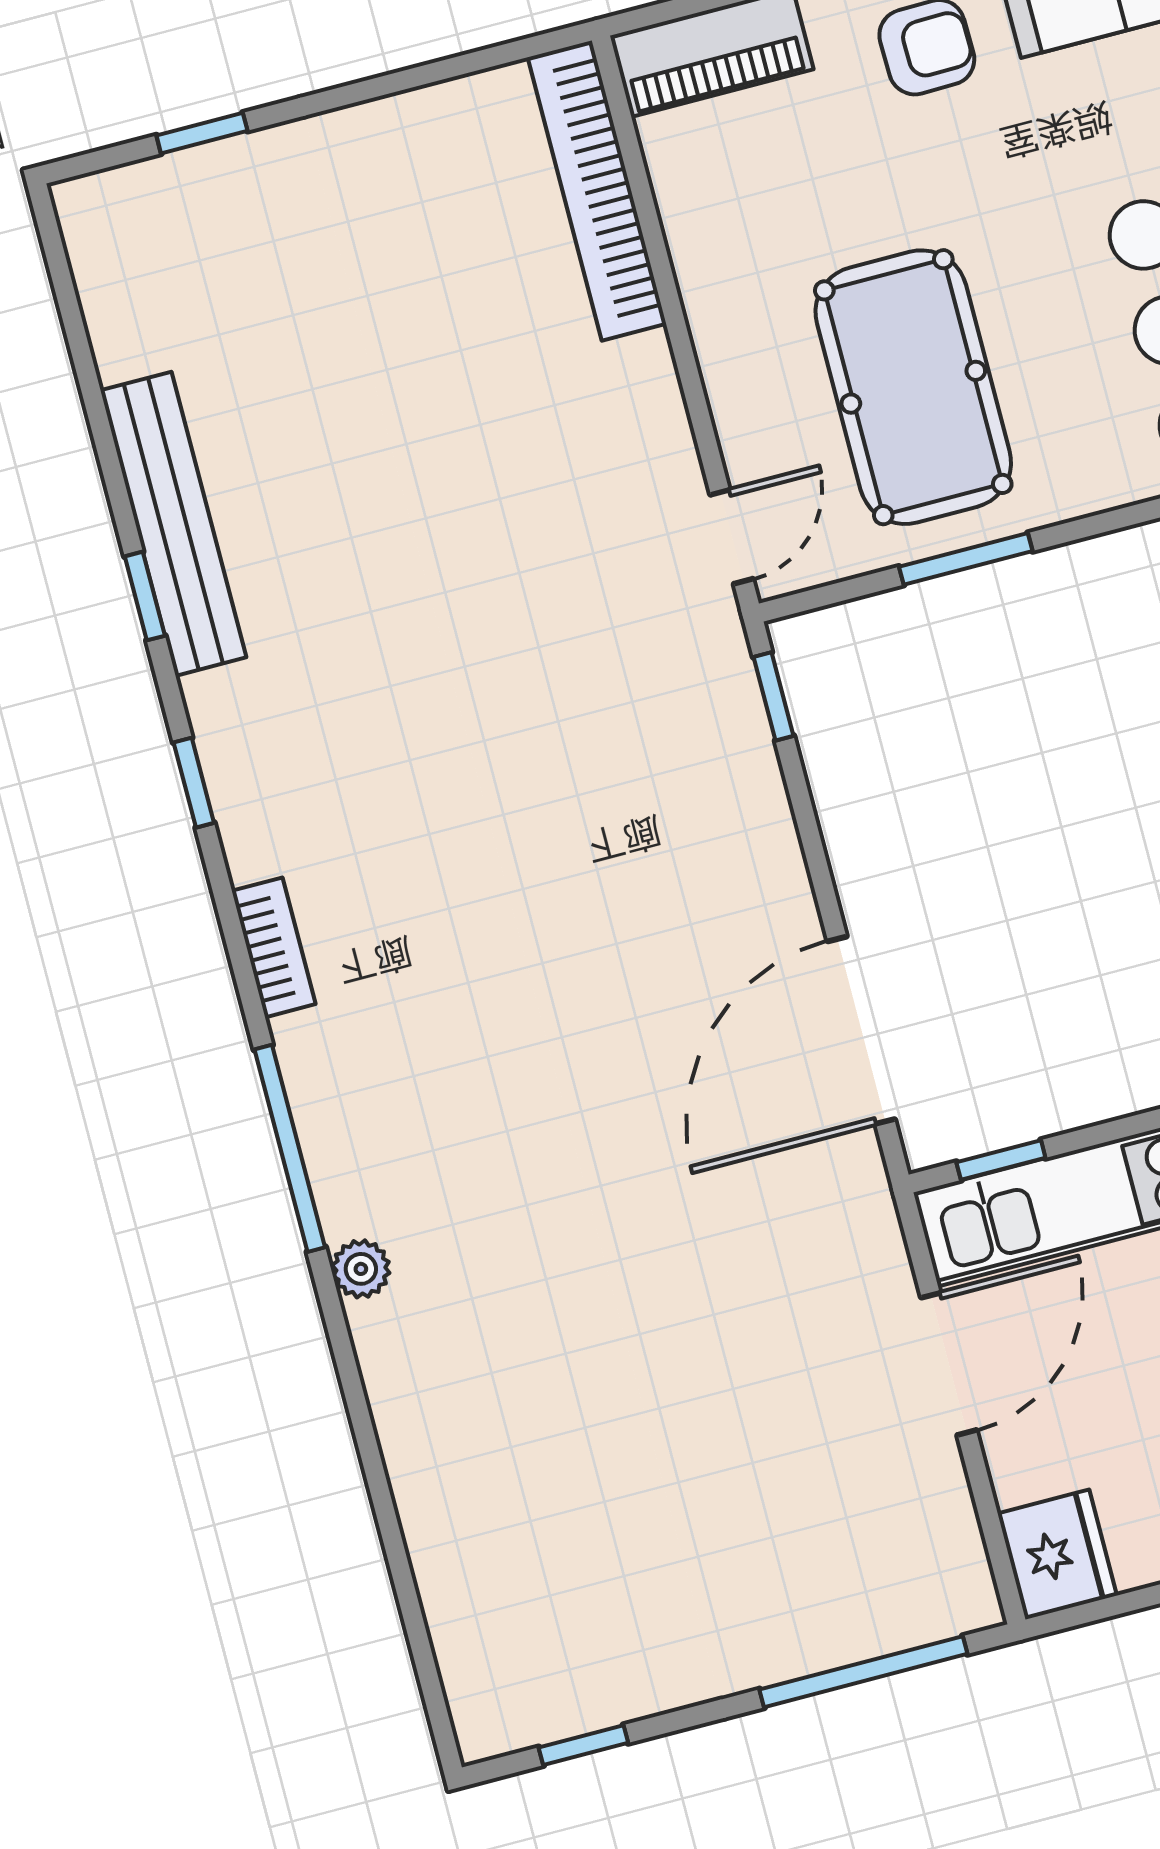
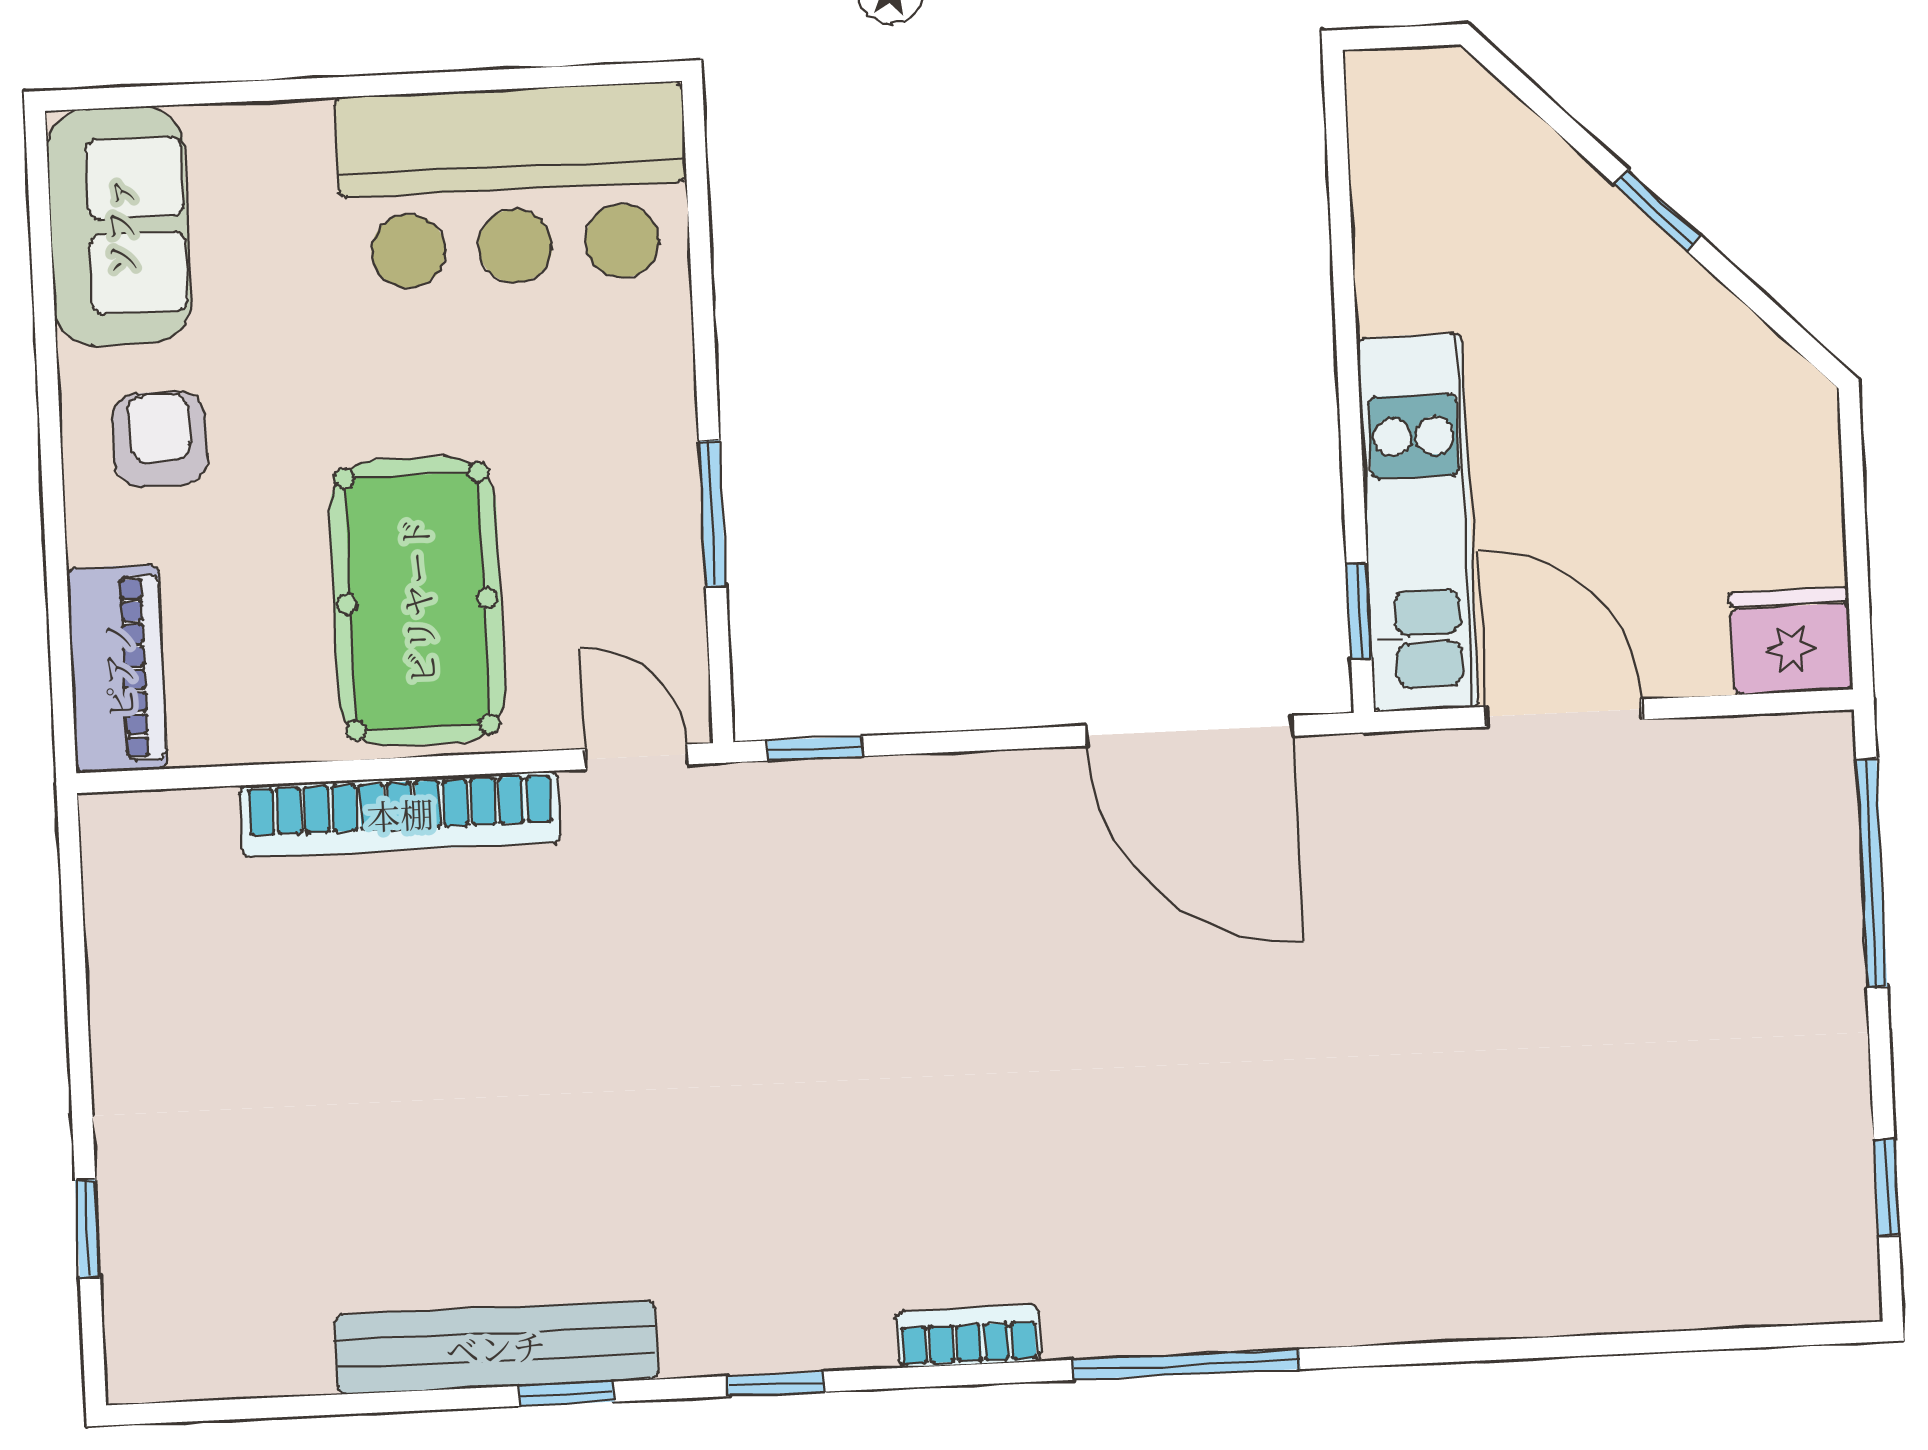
bookcase: (597, 191) -> (400, 814), moved
pool table: (913, 387) -> (417, 601), moved, turned 90
plant: (361, 1269) -> (1330, 1316), removed

